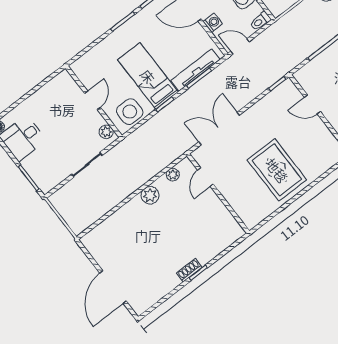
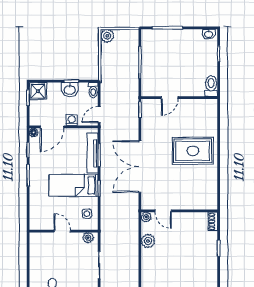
side table: (130, 112) -> (87, 214), width x0.54, depth x0.54
double door: (219, 129) -> (140, 167), width x1.36
door: (205, 177) -> (163, 211), moved
wall: (218, 193) -> (179, 211), moved
shoe rack: (189, 270) -> (213, 221), moved

